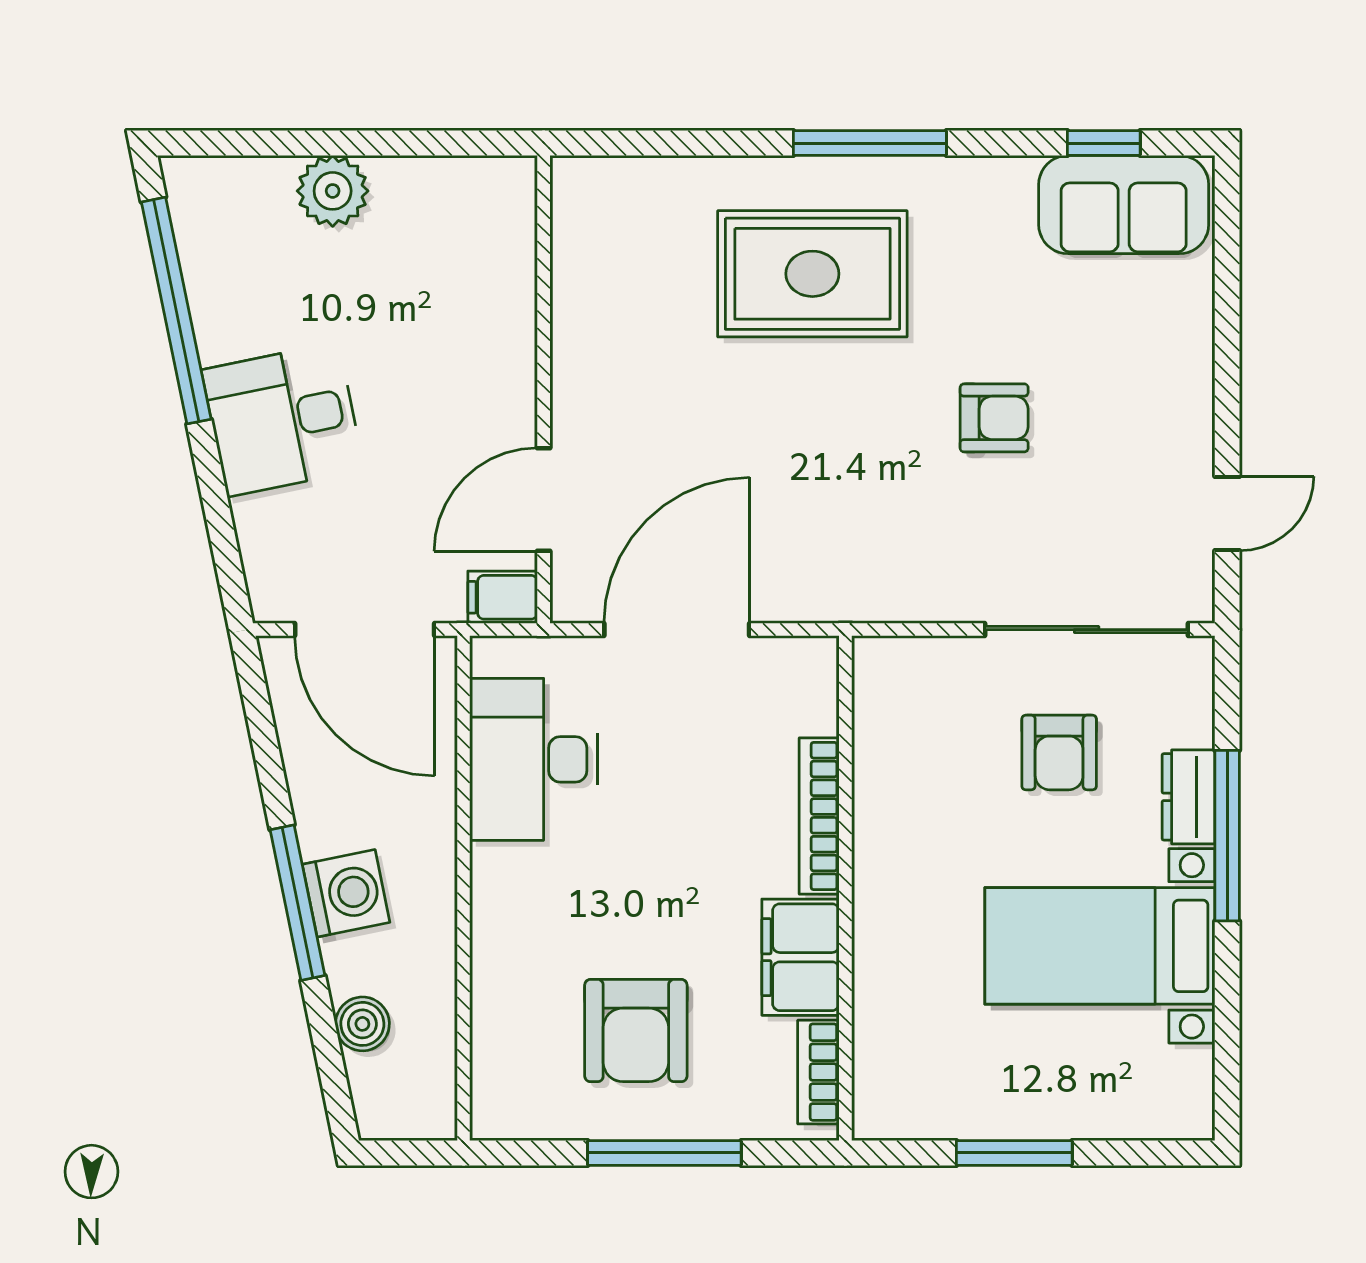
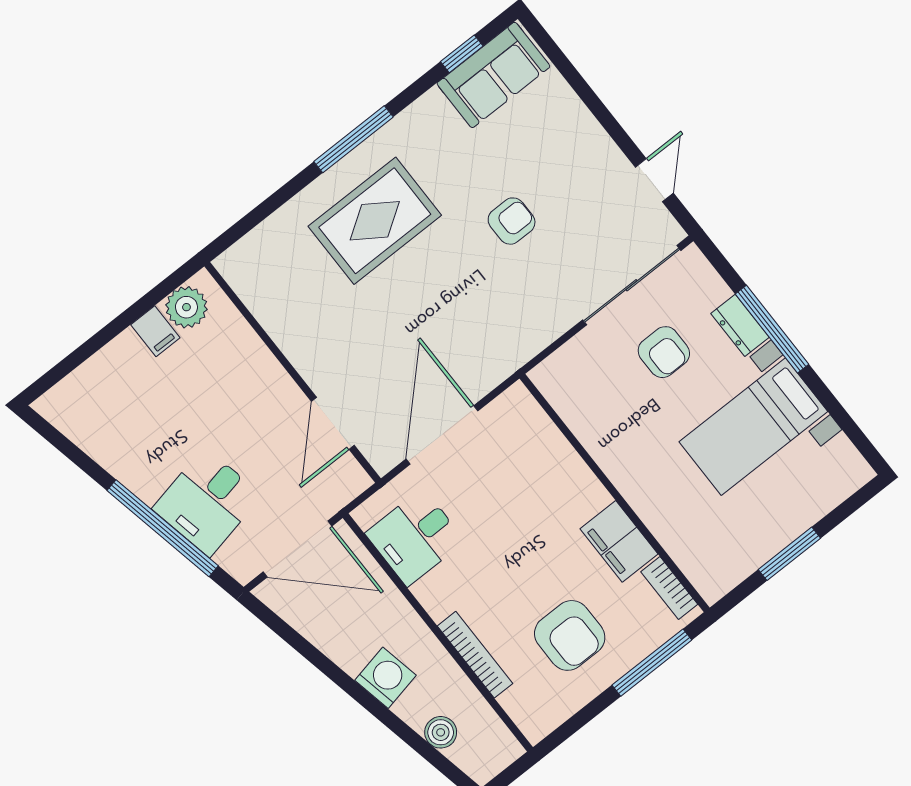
plant: (333, 191) -> (186, 307), moved
window: (176, 311) -> (163, 528), moved
desk: (283, 420) -> (207, 502), moved
filing cabinet: (503, 597) -> (155, 331), moved, turned -90
desk: (533, 759) -> (415, 537), width x0.73
bookcase: (819, 816) -> (475, 655), moved, turned 180
window: (297, 903) -> (366, 700), removed
window: (664, 1153) -> (652, 663), moved

